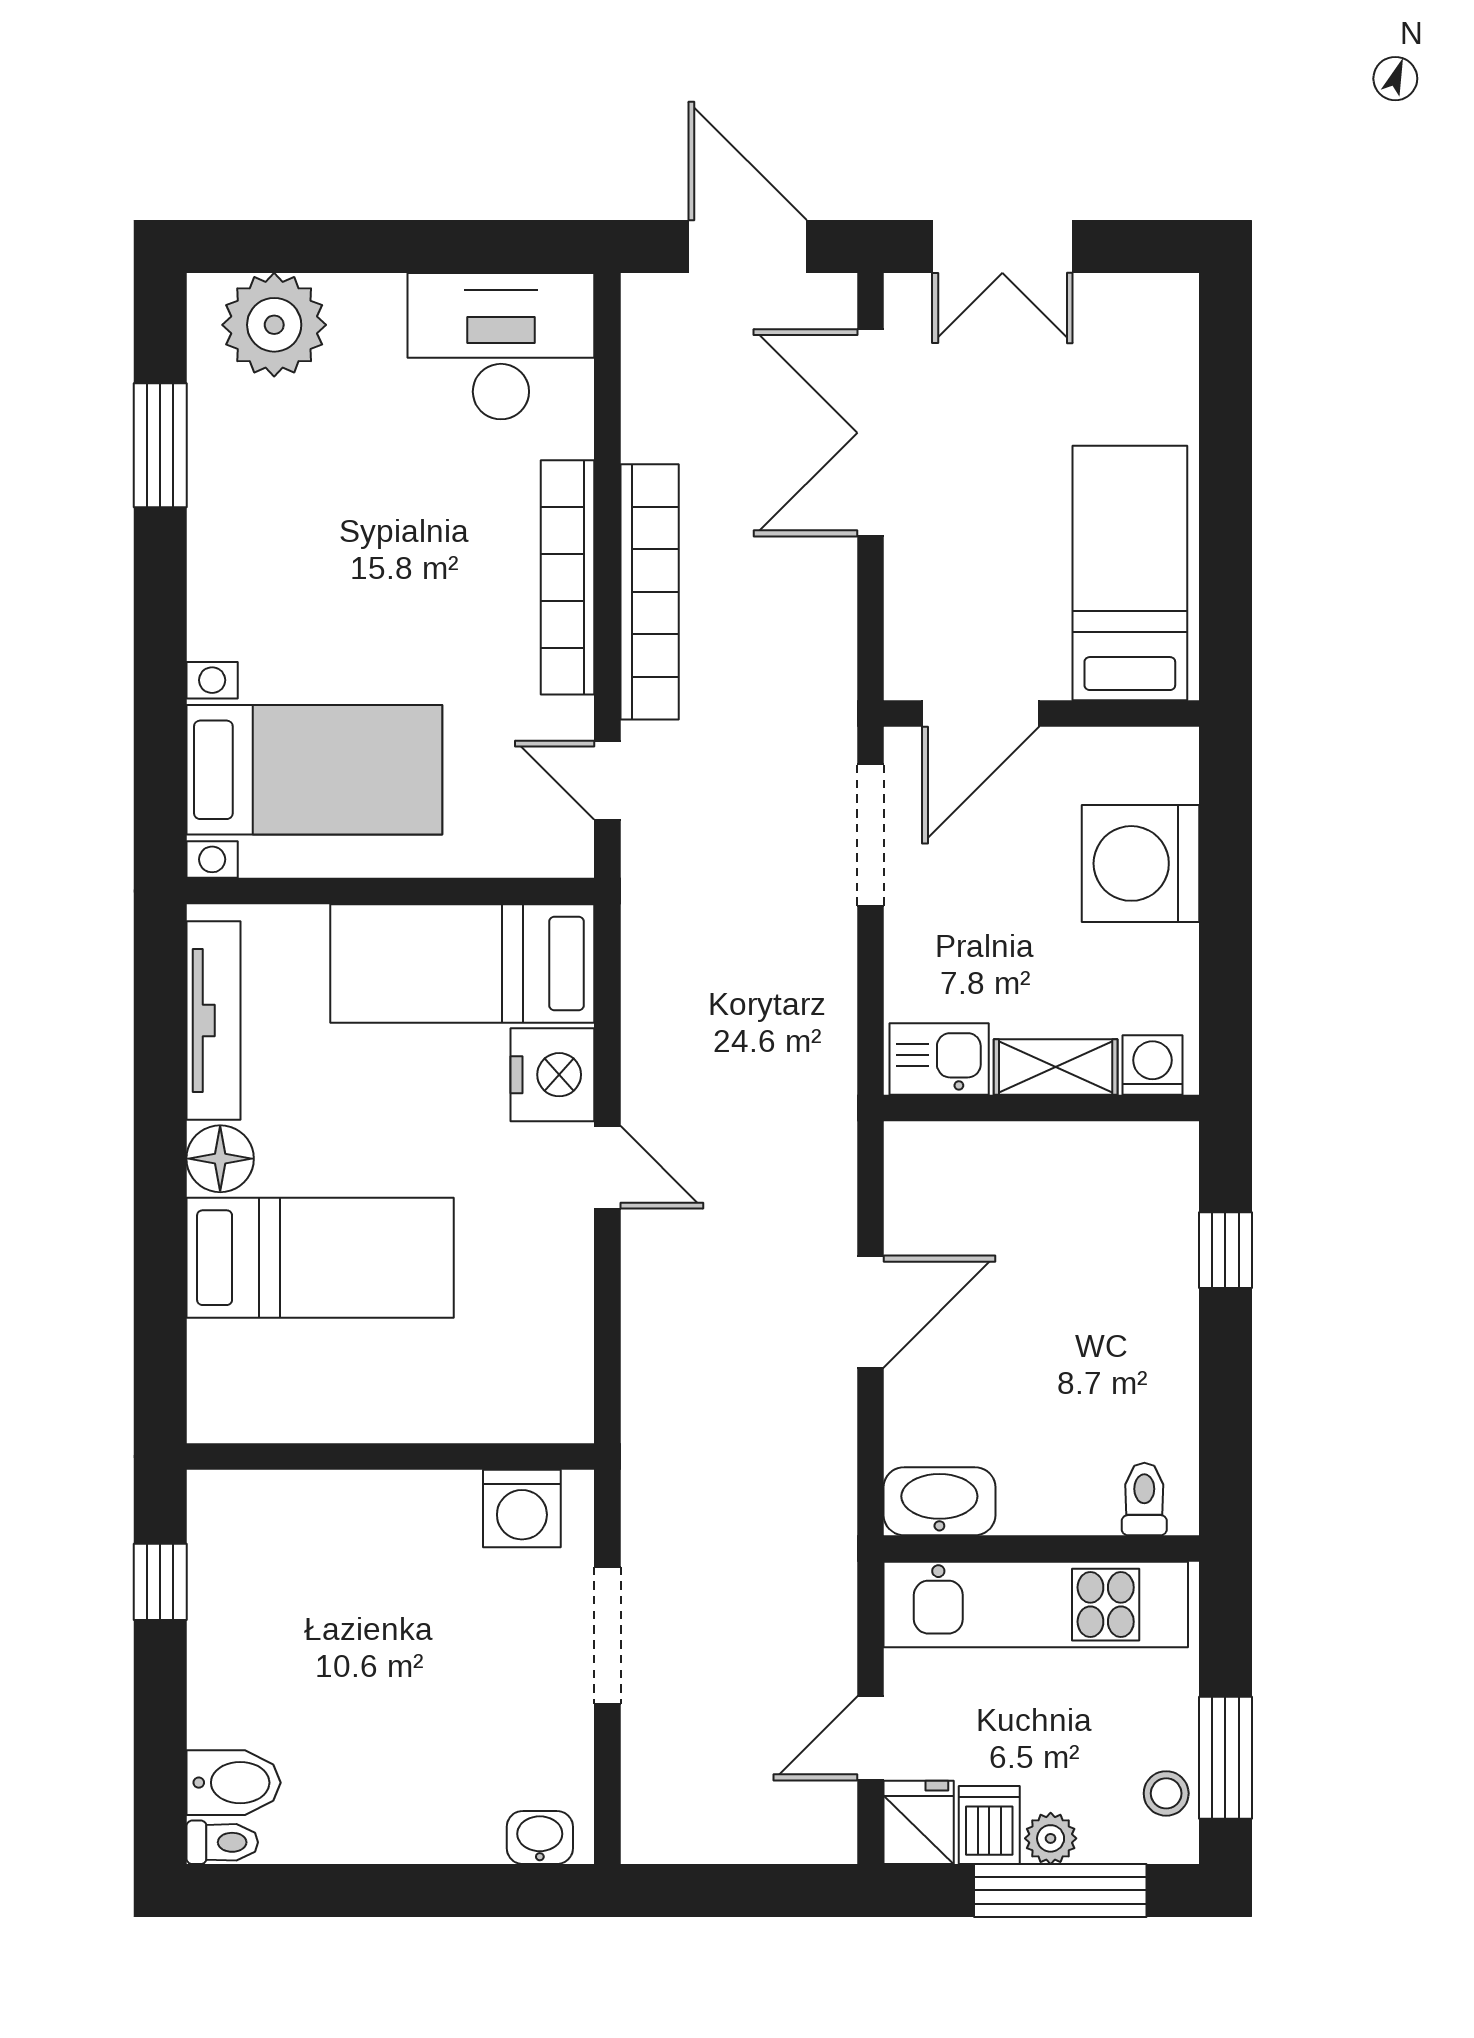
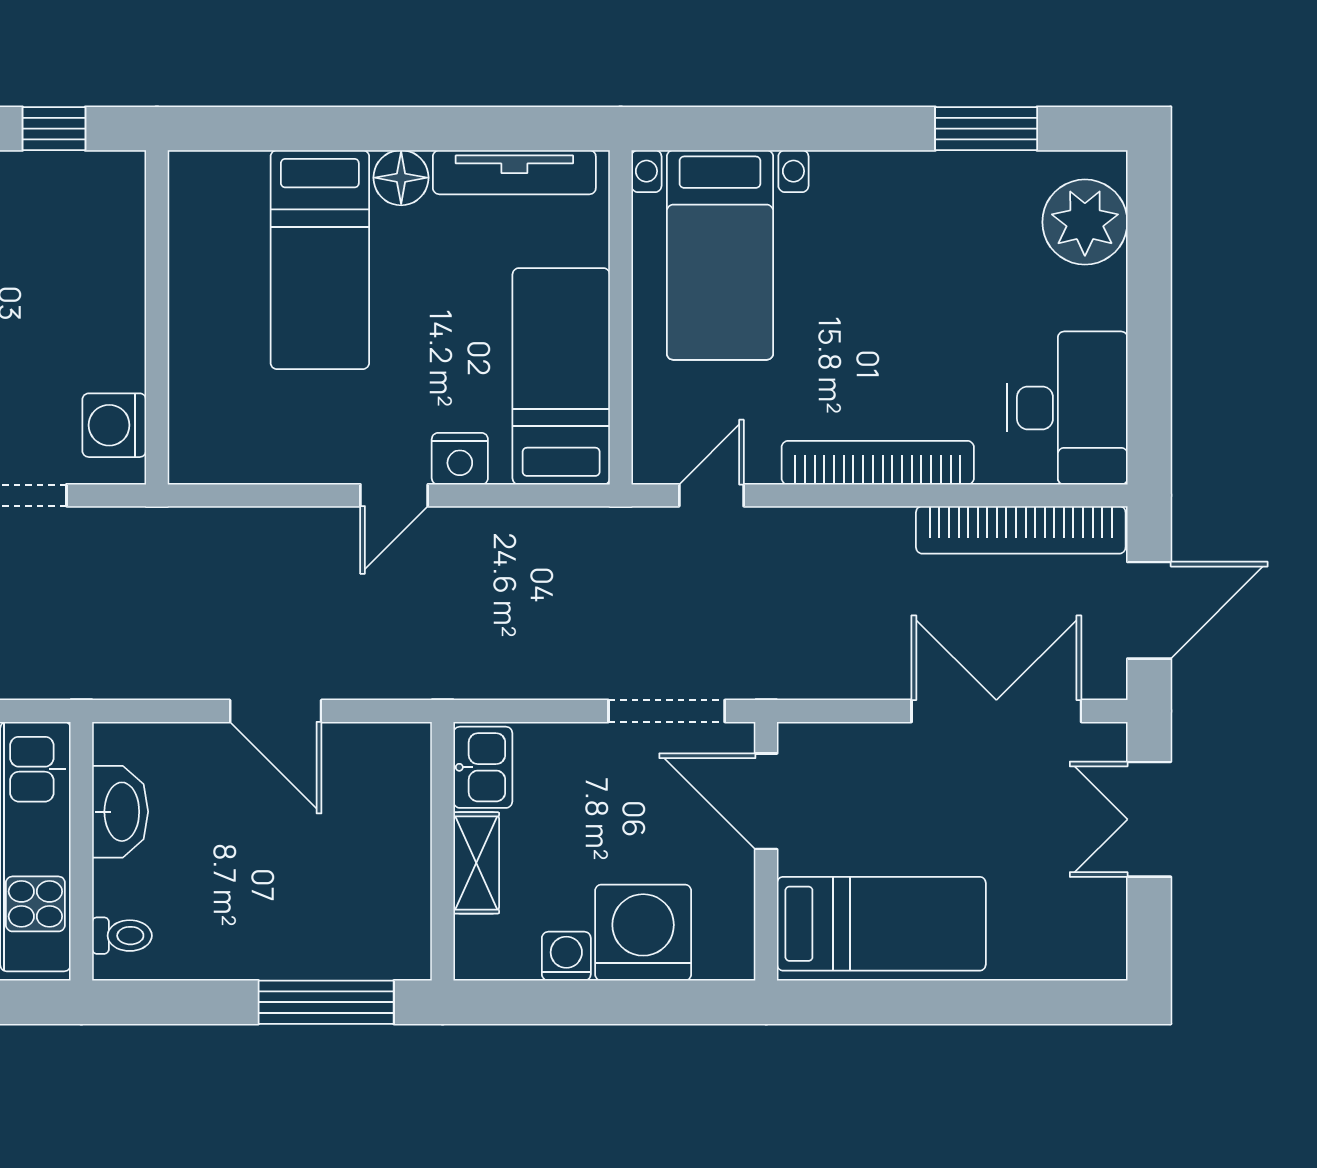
bookcase: (650, 592) -> (1021, 530), moved
washing machine: (1152, 1065) -> (566, 956), moved, turned -90
nightstand: (552, 1075) -> (460, 459), width x0.74, depth x0.75
window: (1225, 1250) -> (326, 1002), width x2.17
washbasin: (939, 1501) -> (120, 812), moved

